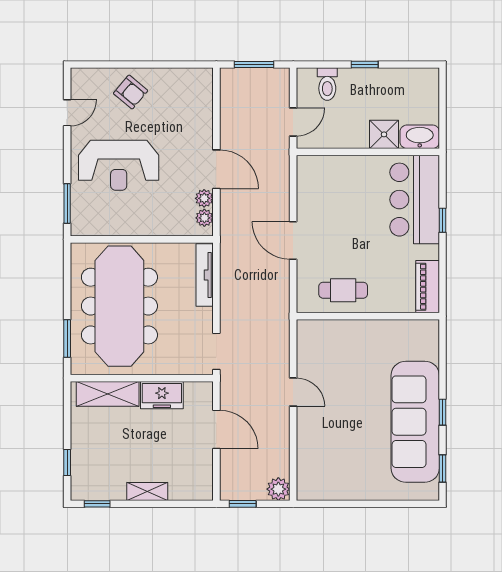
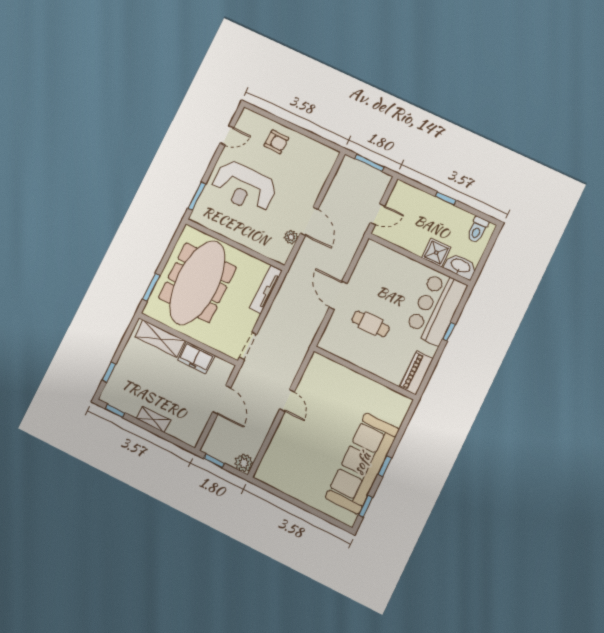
toilet: (327, 84) -> (477, 230), moved
armchair: (131, 92) -> (276, 142), turned -38
plant: (204, 218) -> (285, 250), removed
cafe table: (343, 290) -> (370, 324), moved

